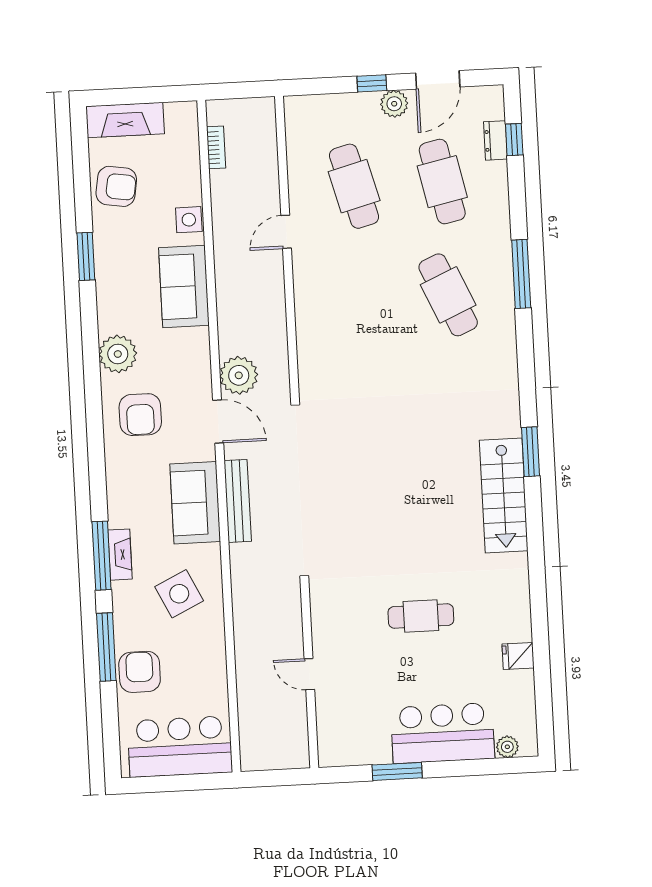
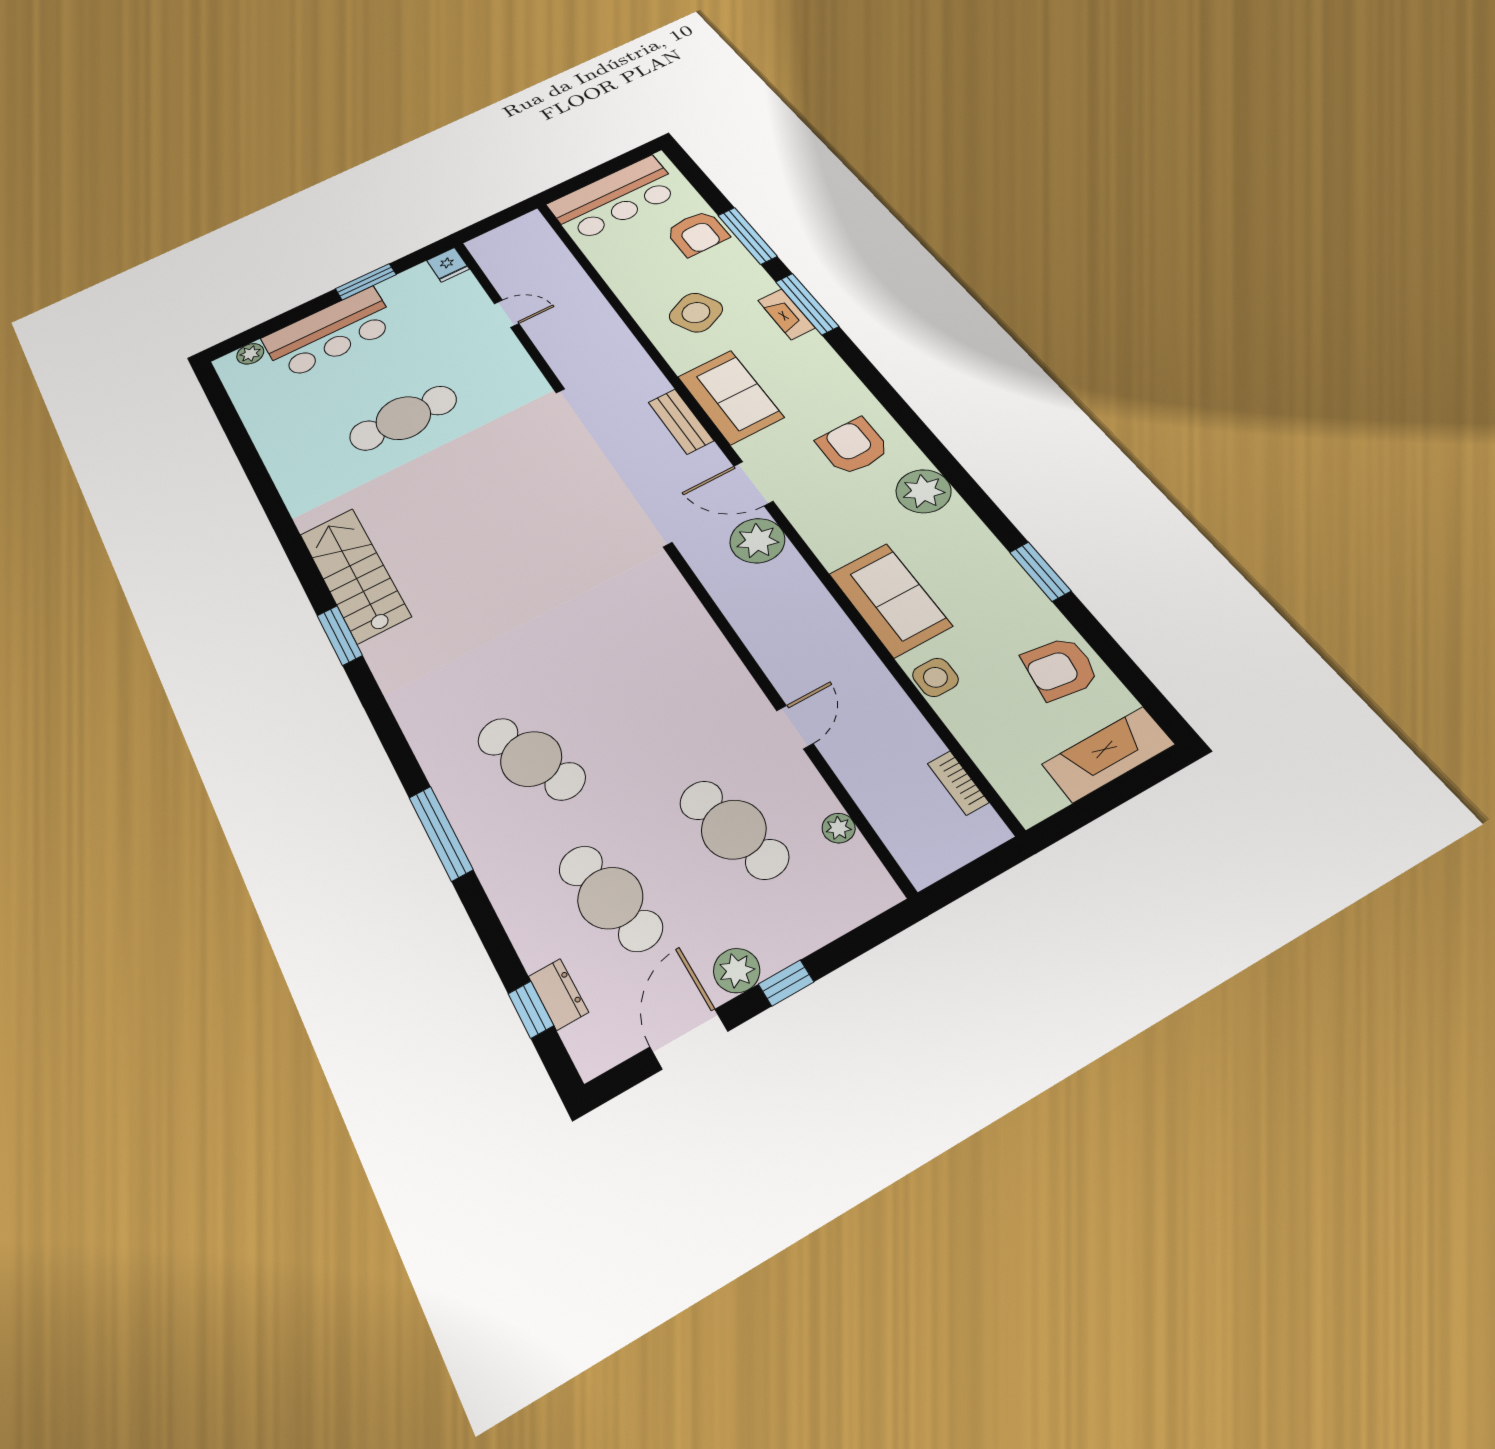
plant: (296, 156) -> (839, 828), added
bench: (238, 501) -> (681, 421), width x0.73
cafe table: (421, 616) -> (403, 418), width x1.37, depth x1.35
fridge: (518, 656) -> (448, 265), moved, turned 90

